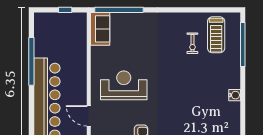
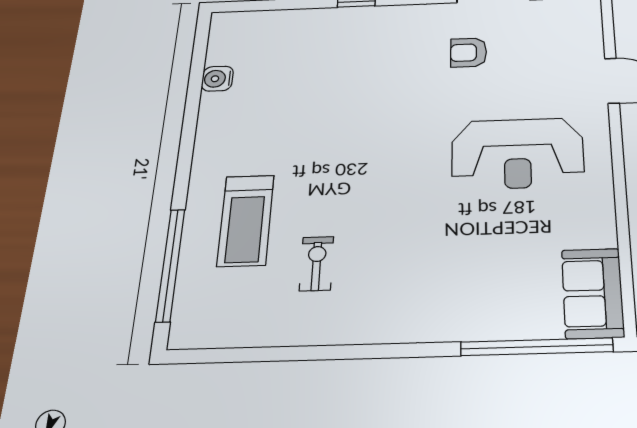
treadmill: (216, 35) -> (246, 220), moved, turned 180
water cooler: (235, 95) -> (217, 79), moved

